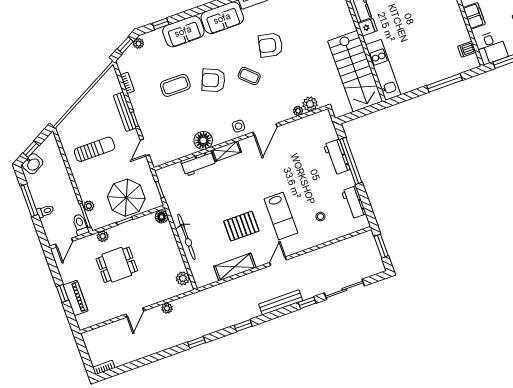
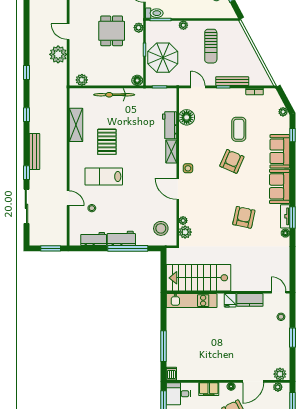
window: (125, 45) -> (285, 101), removed
dishwasher: (467, 49) -> (171, 374), moved
coffee table: (249, 76) -> (225, 191), removed
stool: (316, 132) -> (161, 228), added
floor lamp: (203, 140) -> (187, 117), moved
workbench: (337, 157) -> (121, 238), moved
plant: (89, 206) -> (183, 25), moved
door: (278, 261) -> (68, 198), moved
plant: (167, 308) -> (58, 54), width x1.88, depth x1.88

